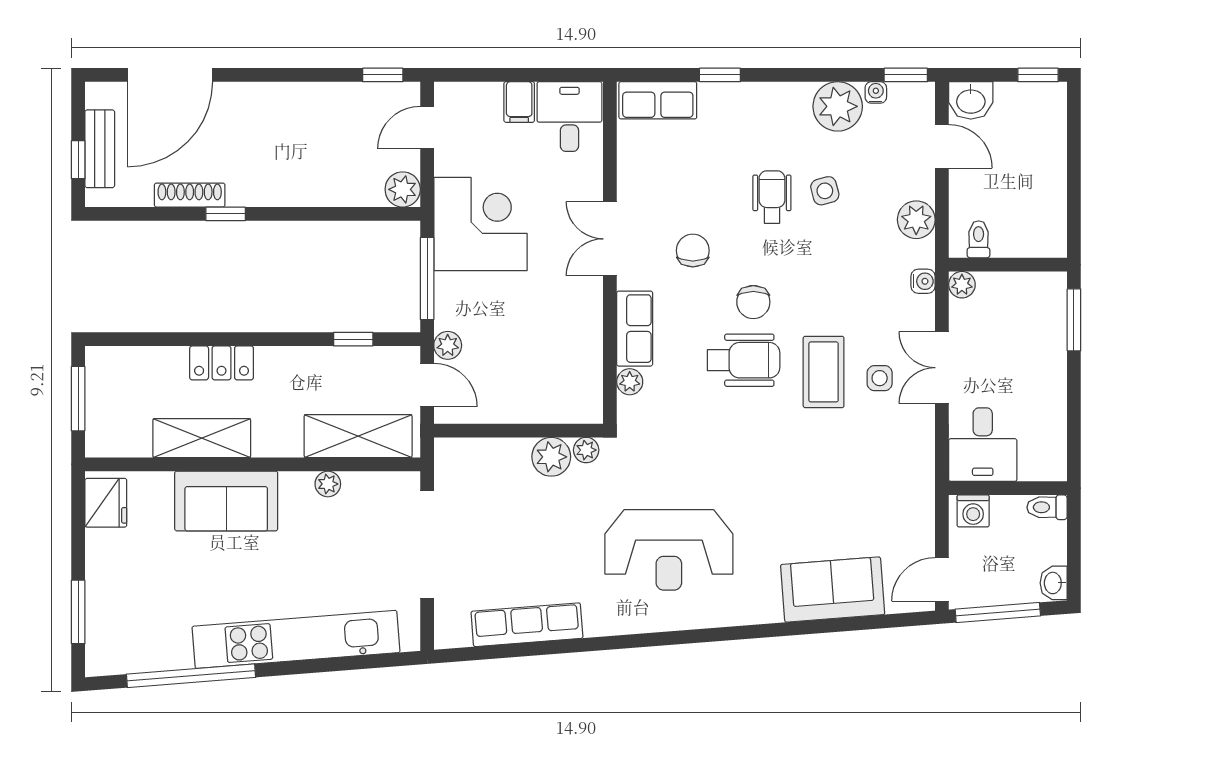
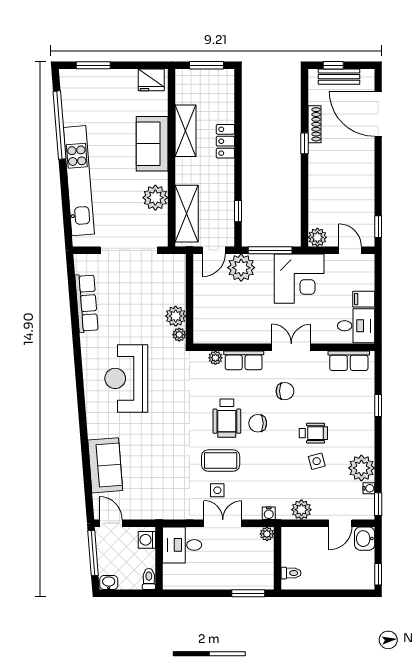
row of seats: (658, 100) -> (349, 361), moved, turned -90
toilet: (979, 239) -> (291, 573), moved
plant: (448, 345) -> (241, 268), width x1.88, depth x1.88
plant: (328, 484) -> (155, 198), width x1.87, depth x1.87

